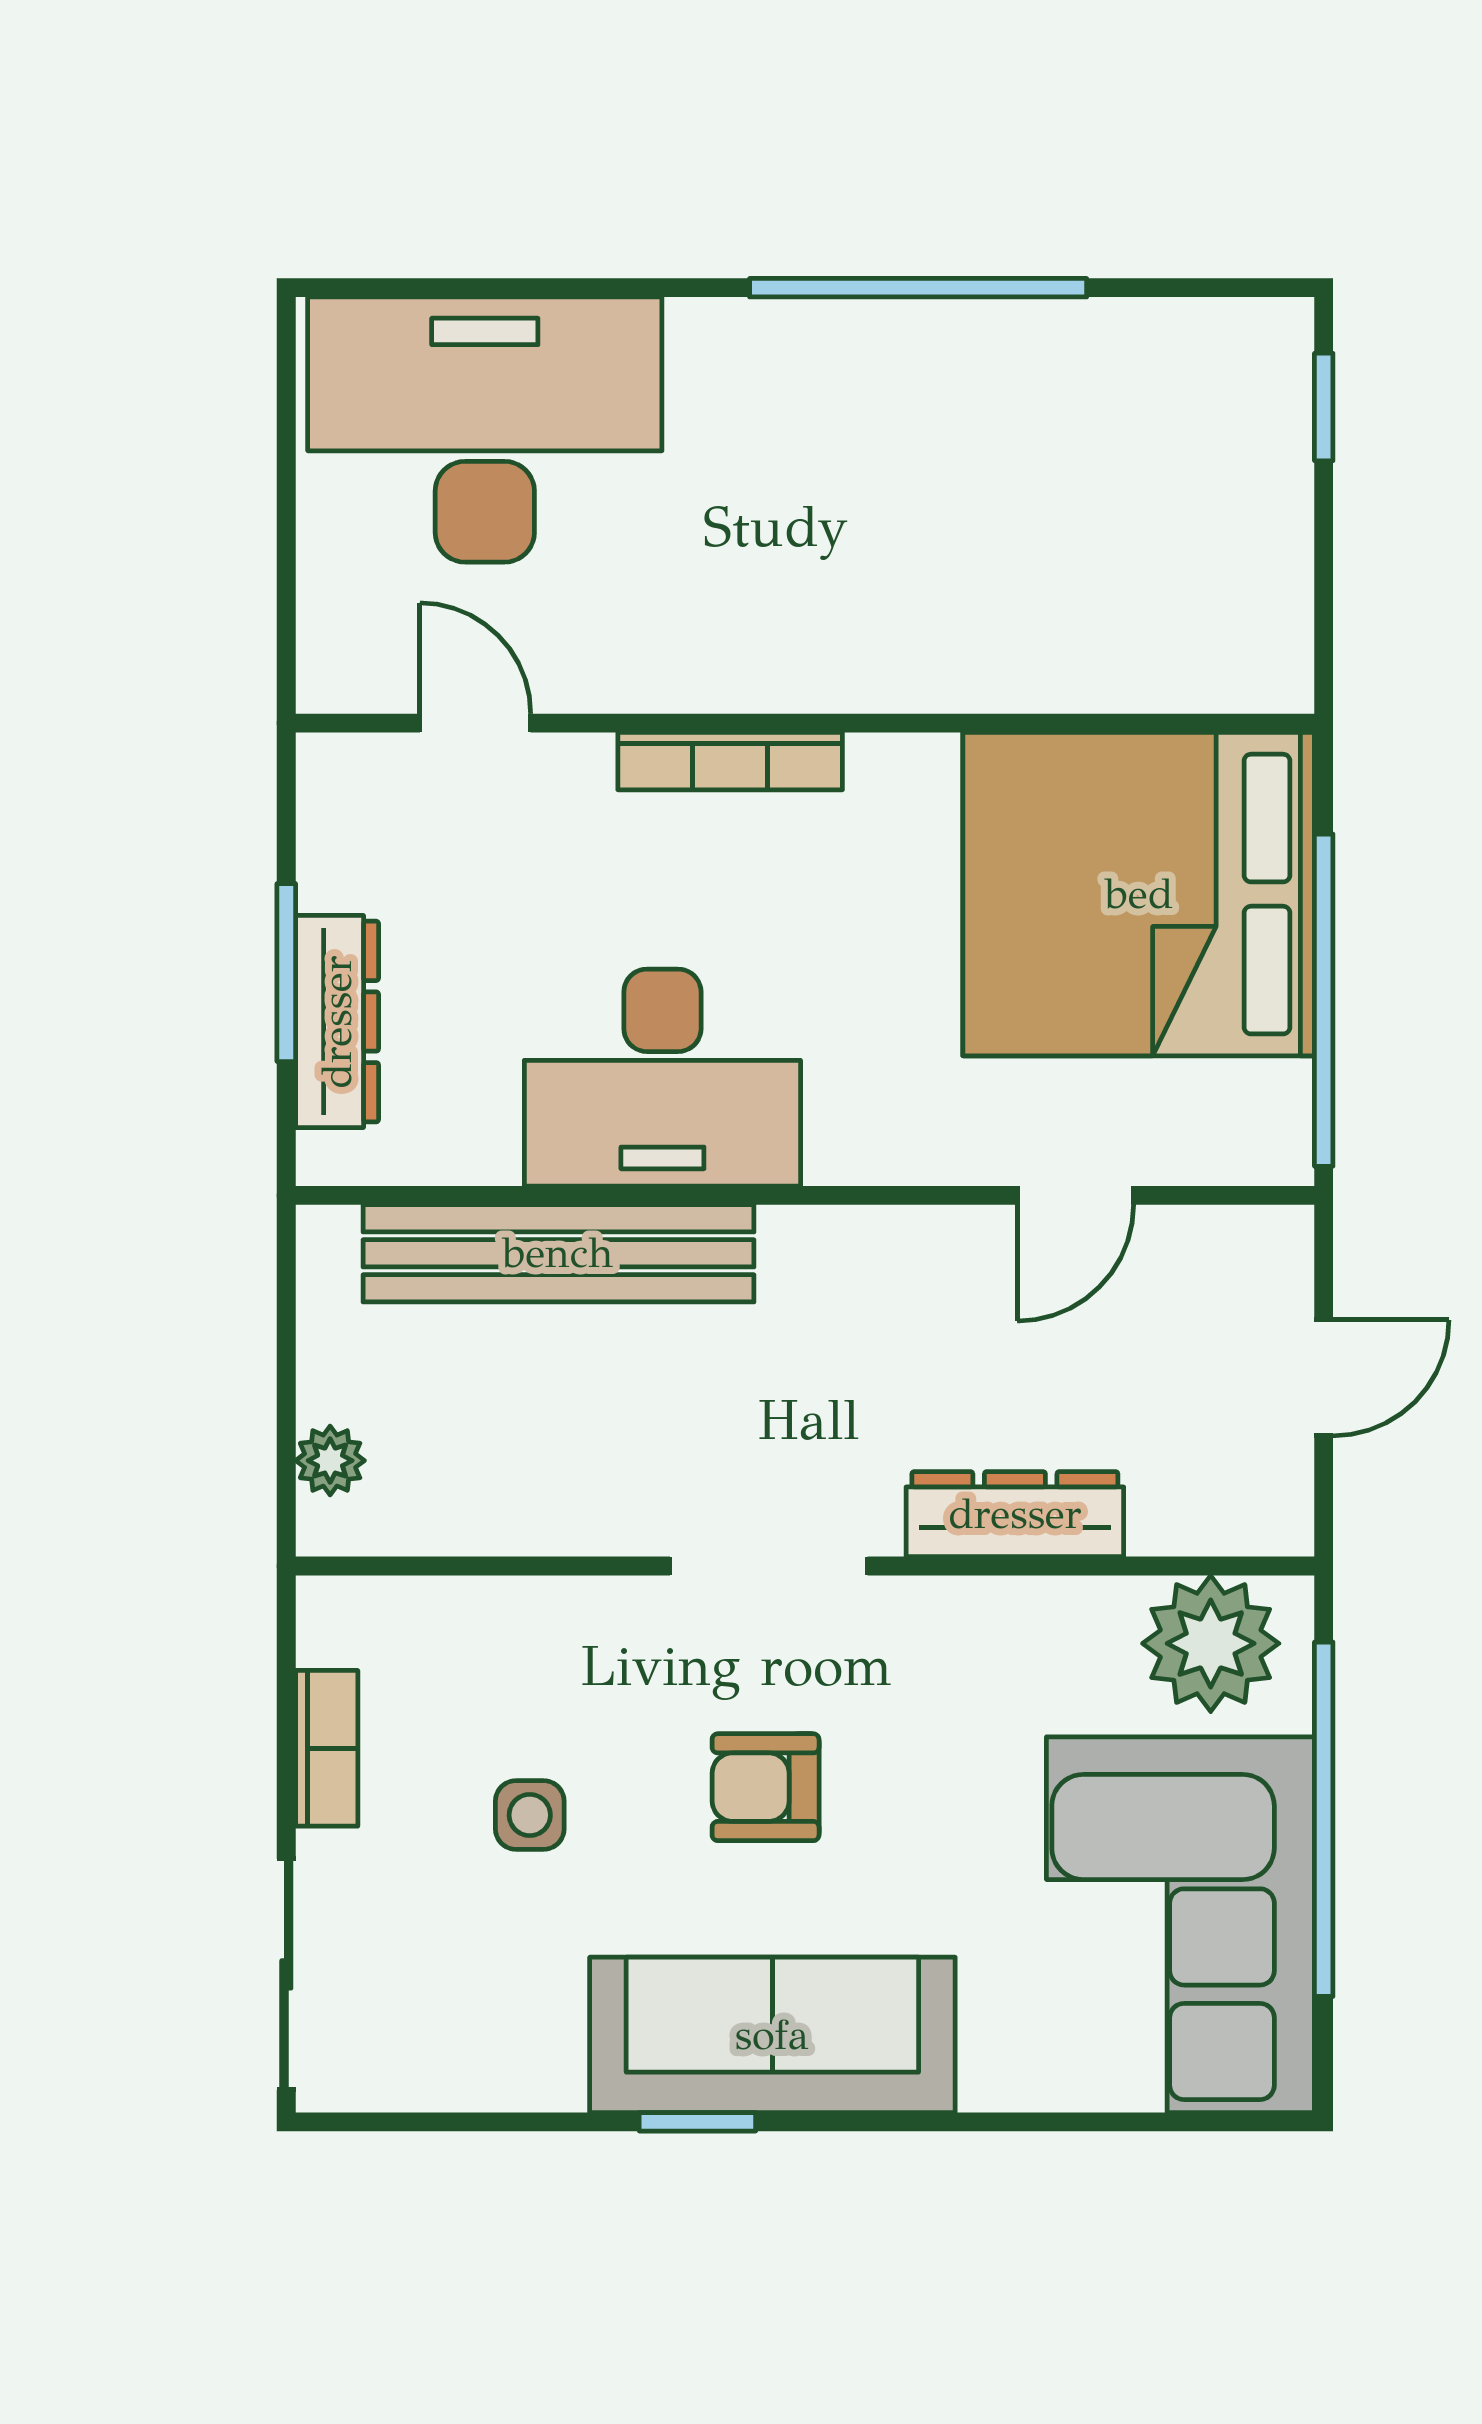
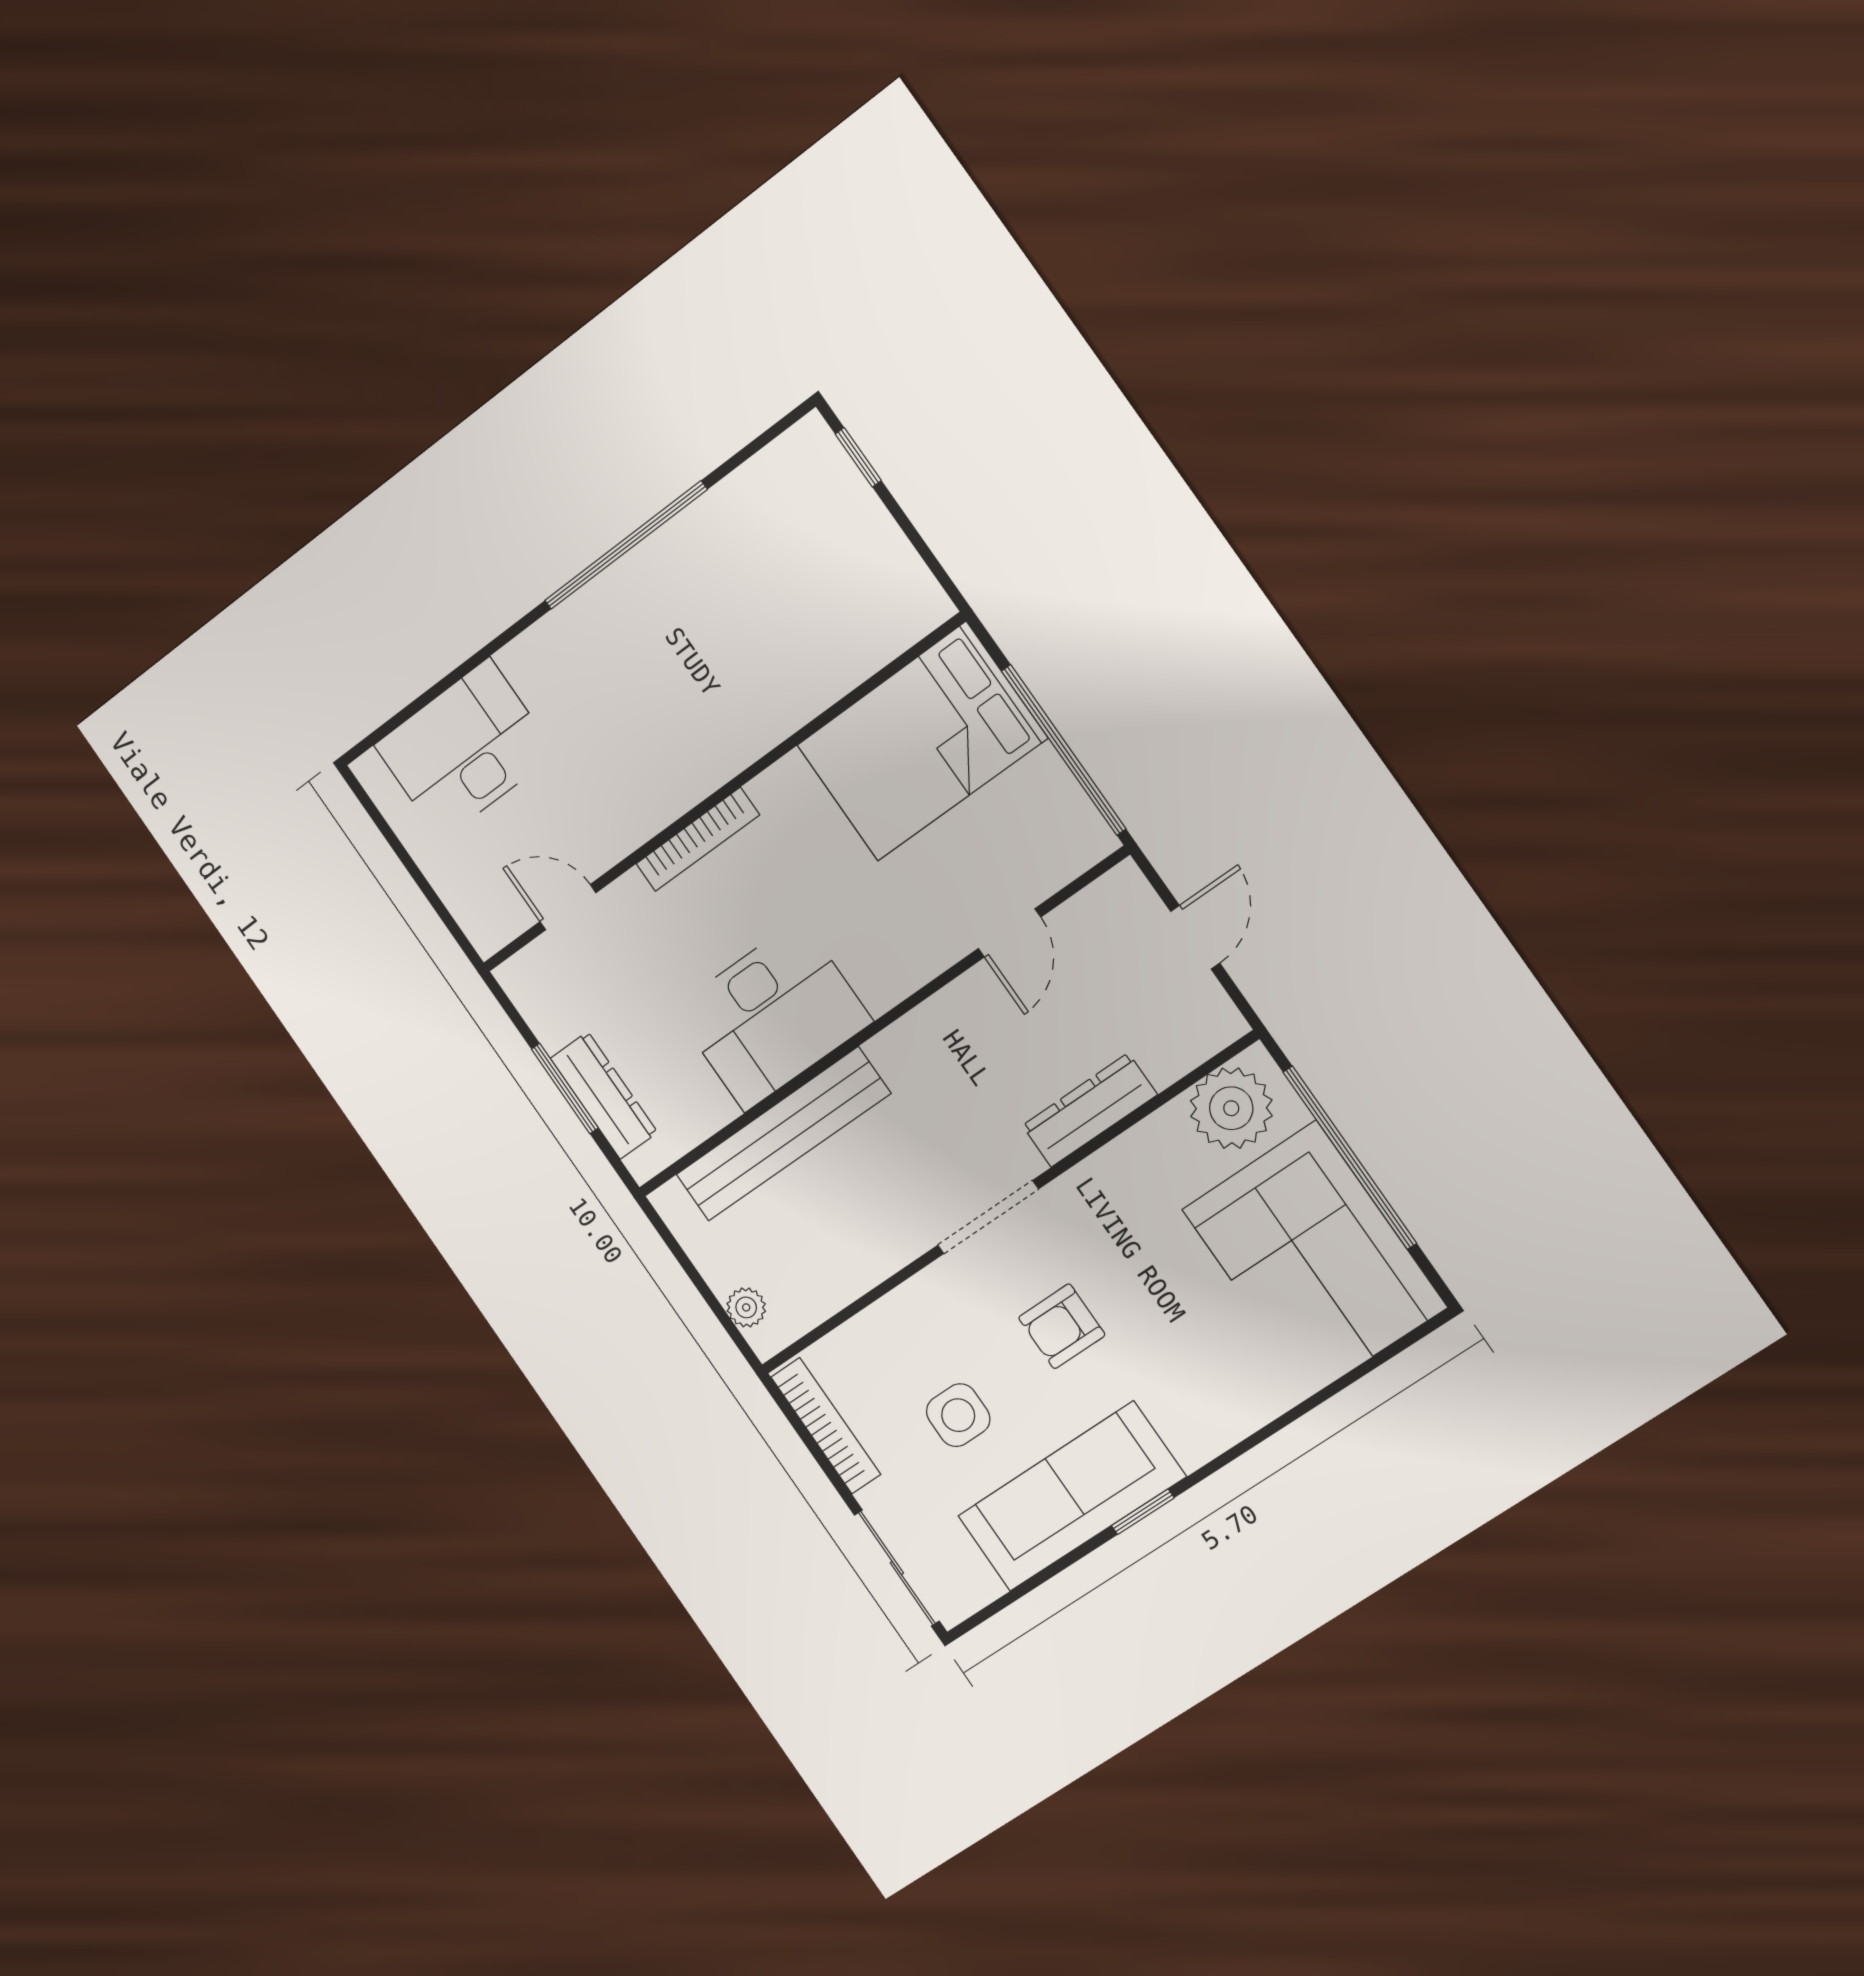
desk: (485, 430) -> (465, 749), width x0.73, depth x0.77
bed: (1139, 894) -> (922, 742), width x0.73
bookcase: (327, 1748) -> (826, 1426), width x1.56
side table: (530, 1815) -> (958, 1415), width x1.37, depth x1.37
sofa: (772, 2035) -> (1072, 1496), moved

